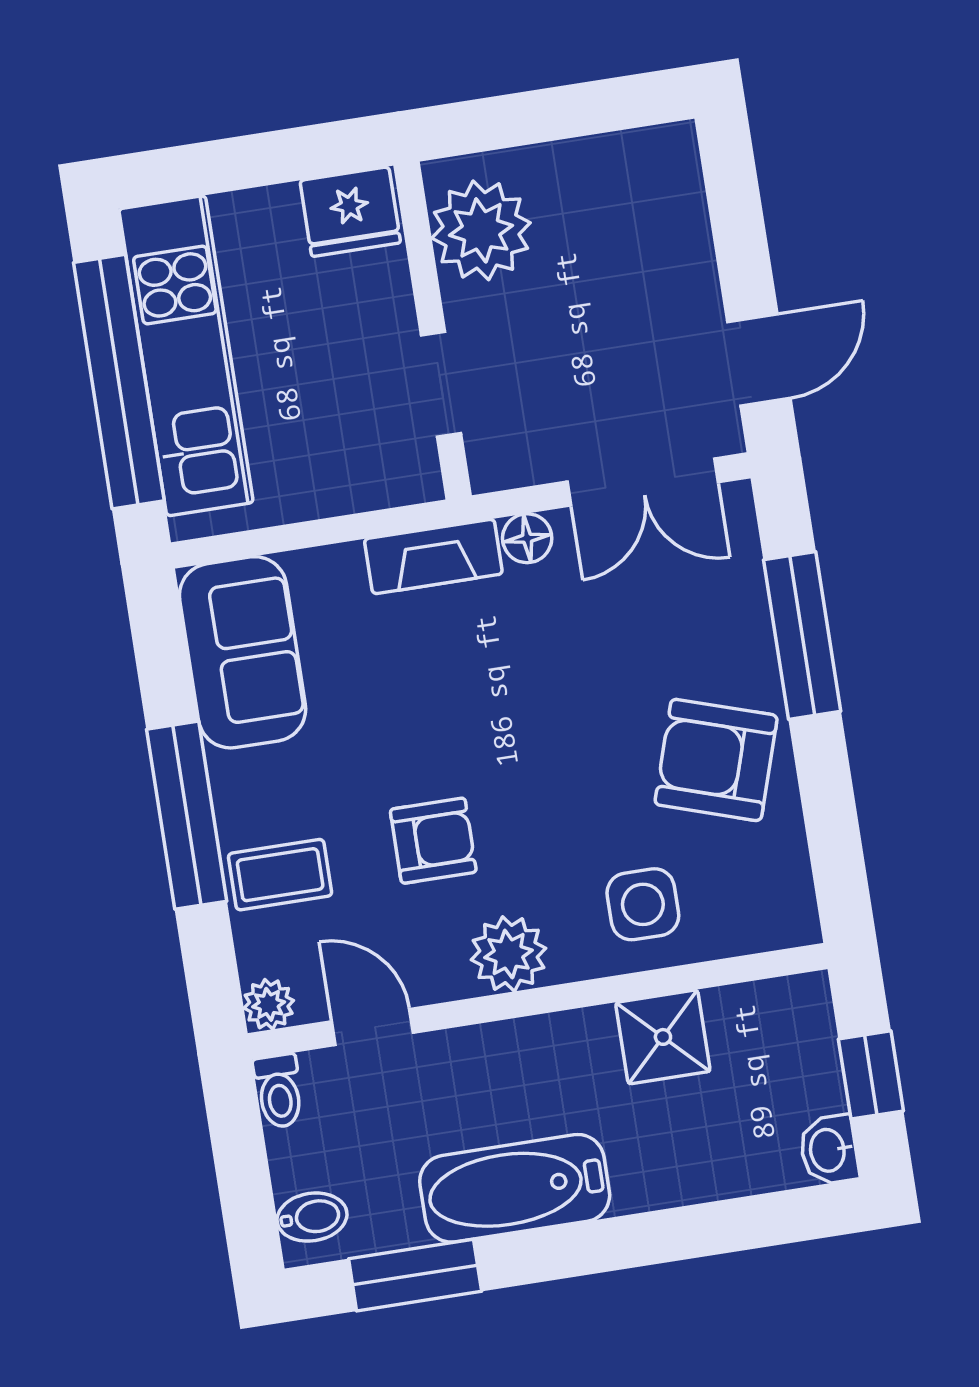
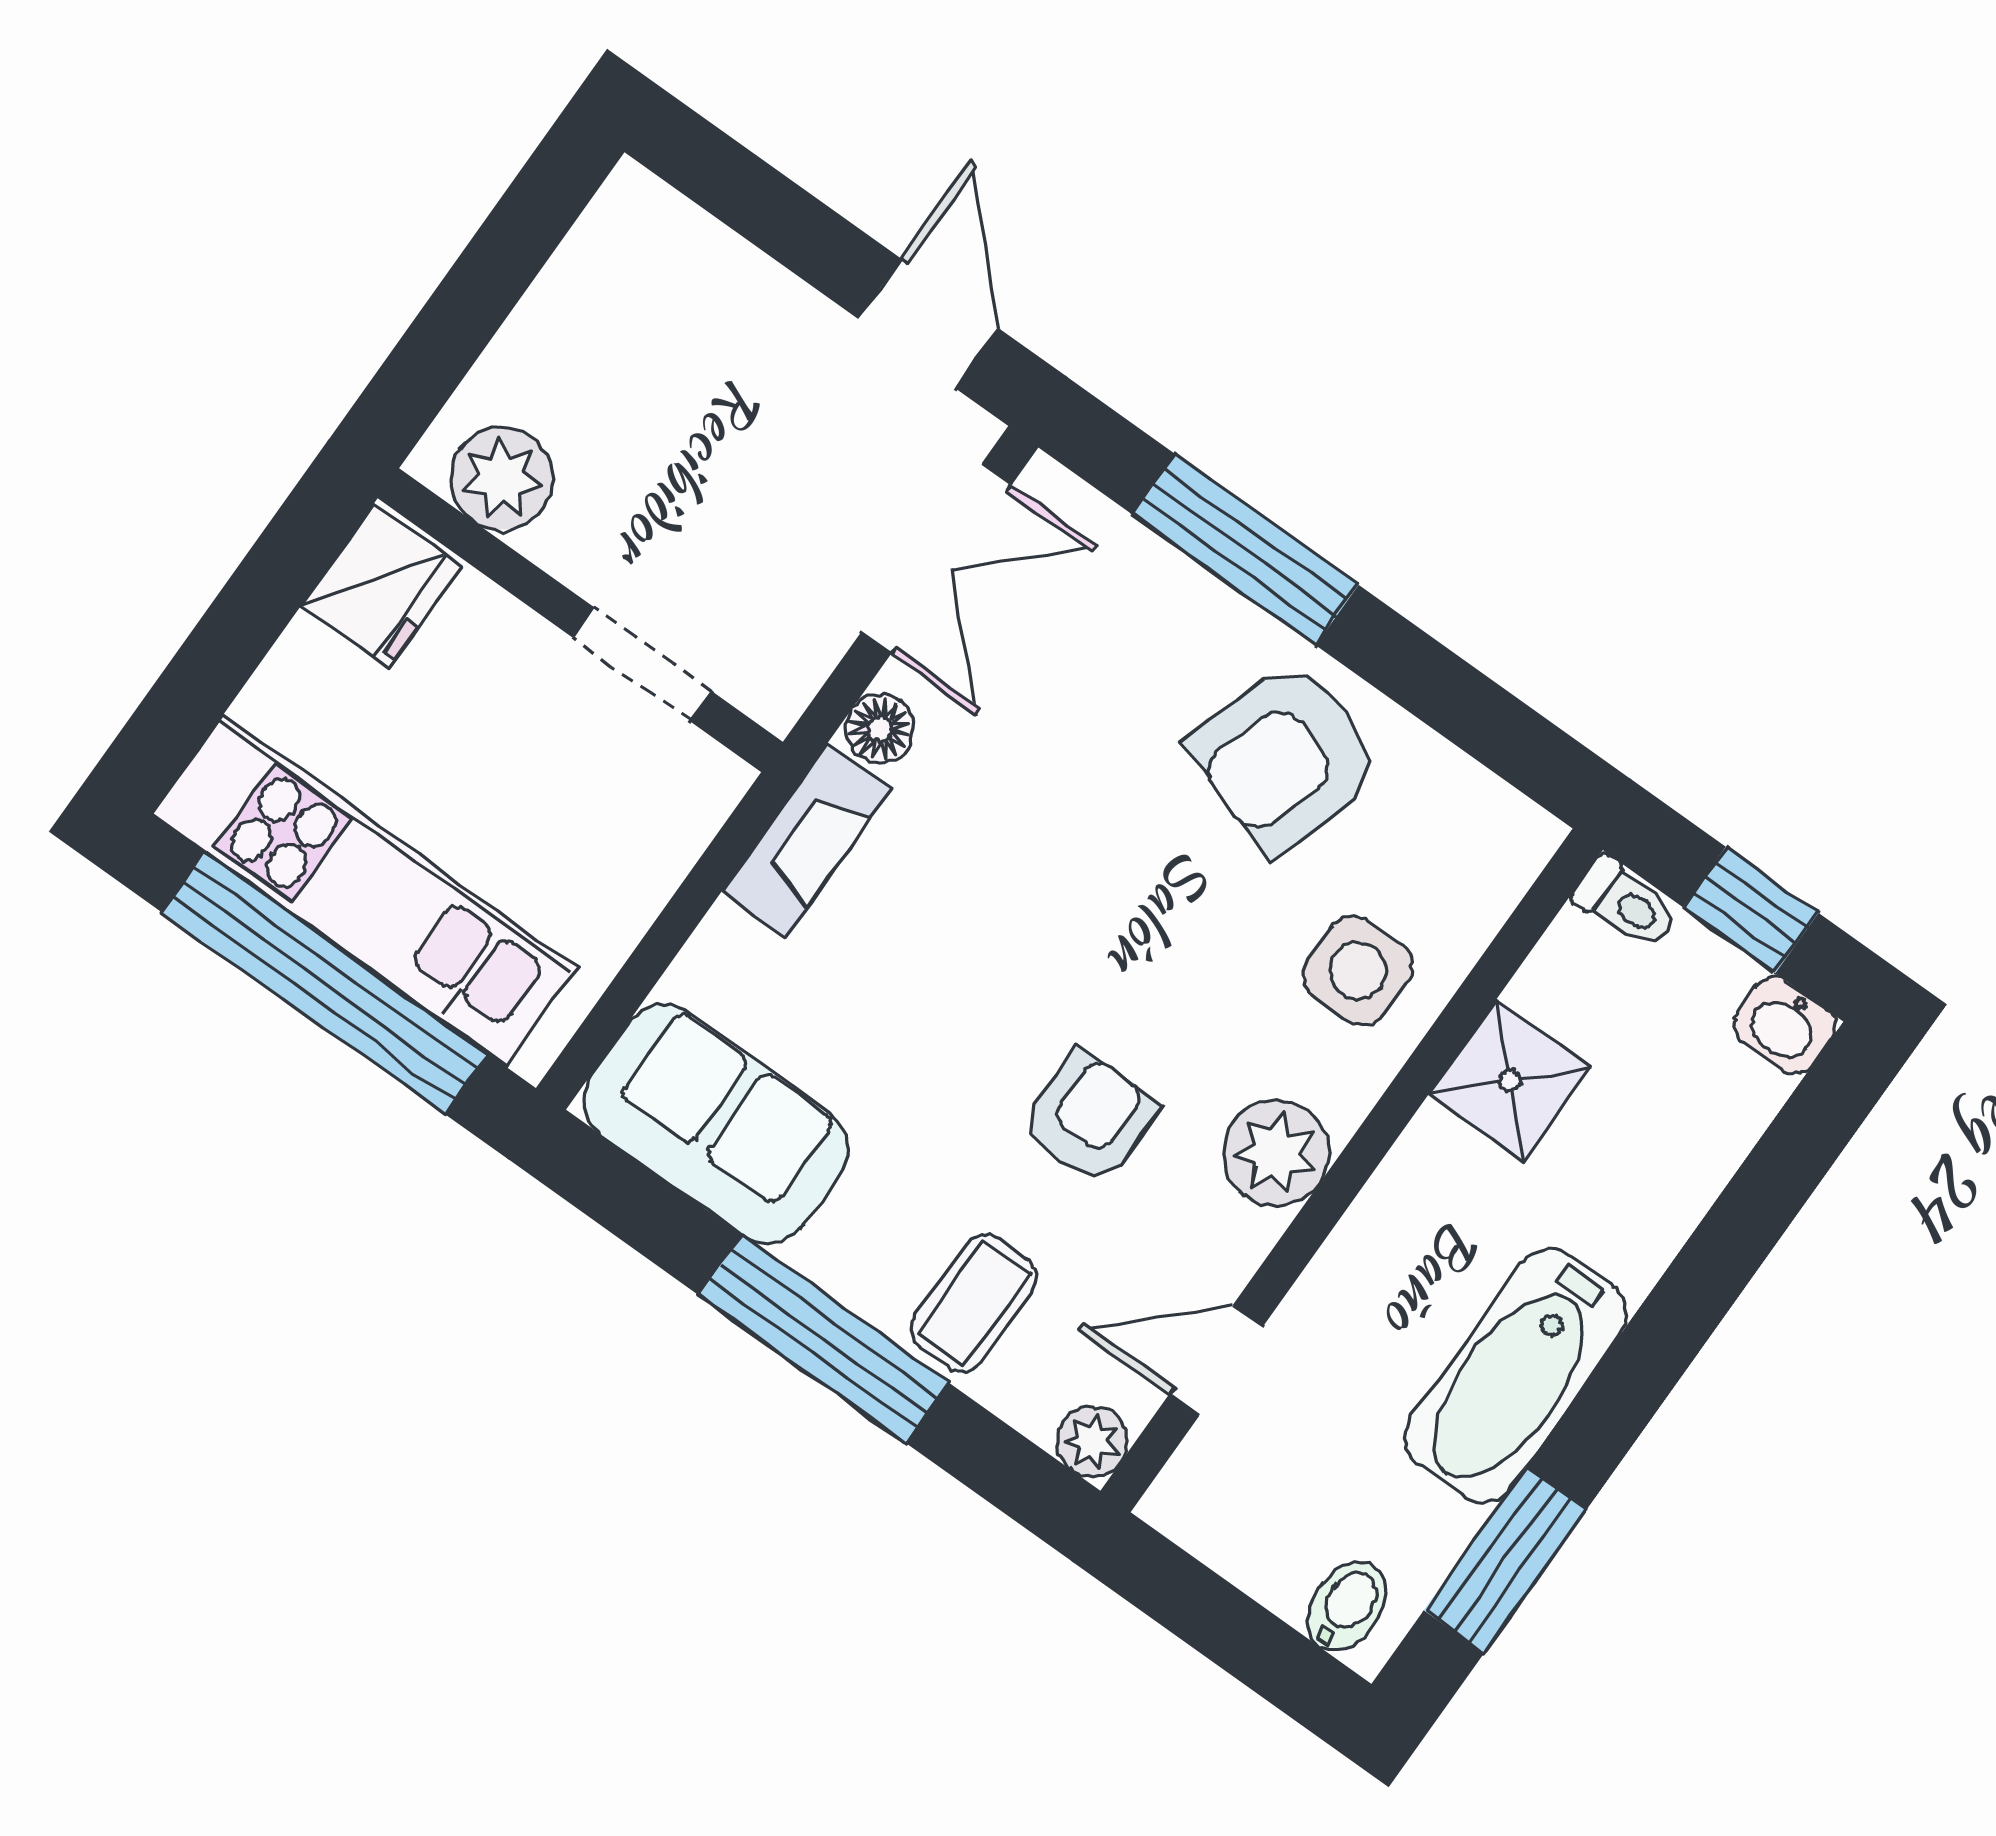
plant: (481, 230) -> (502, 478), width x0.73, depth x0.73
toilet: (279, 1091) -> (1625, 903), moved

